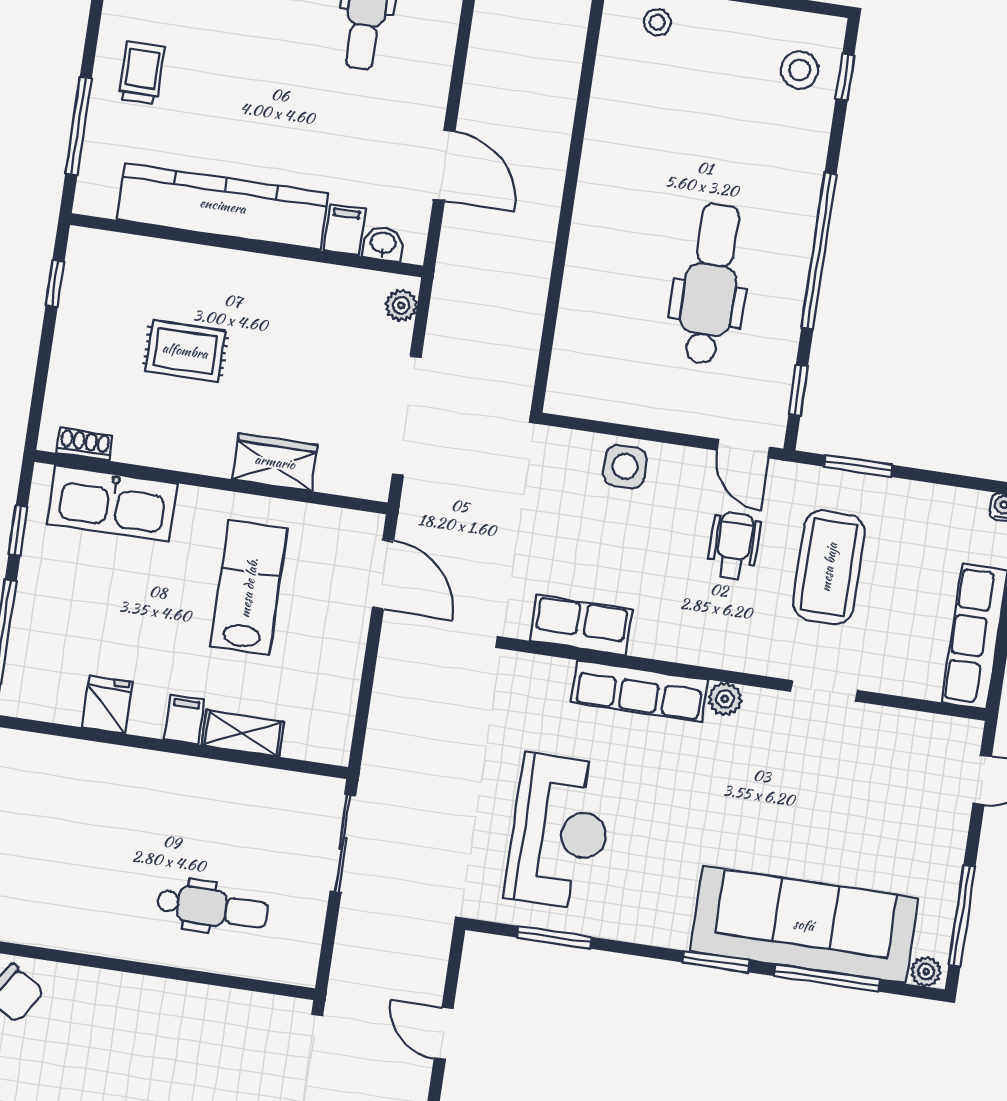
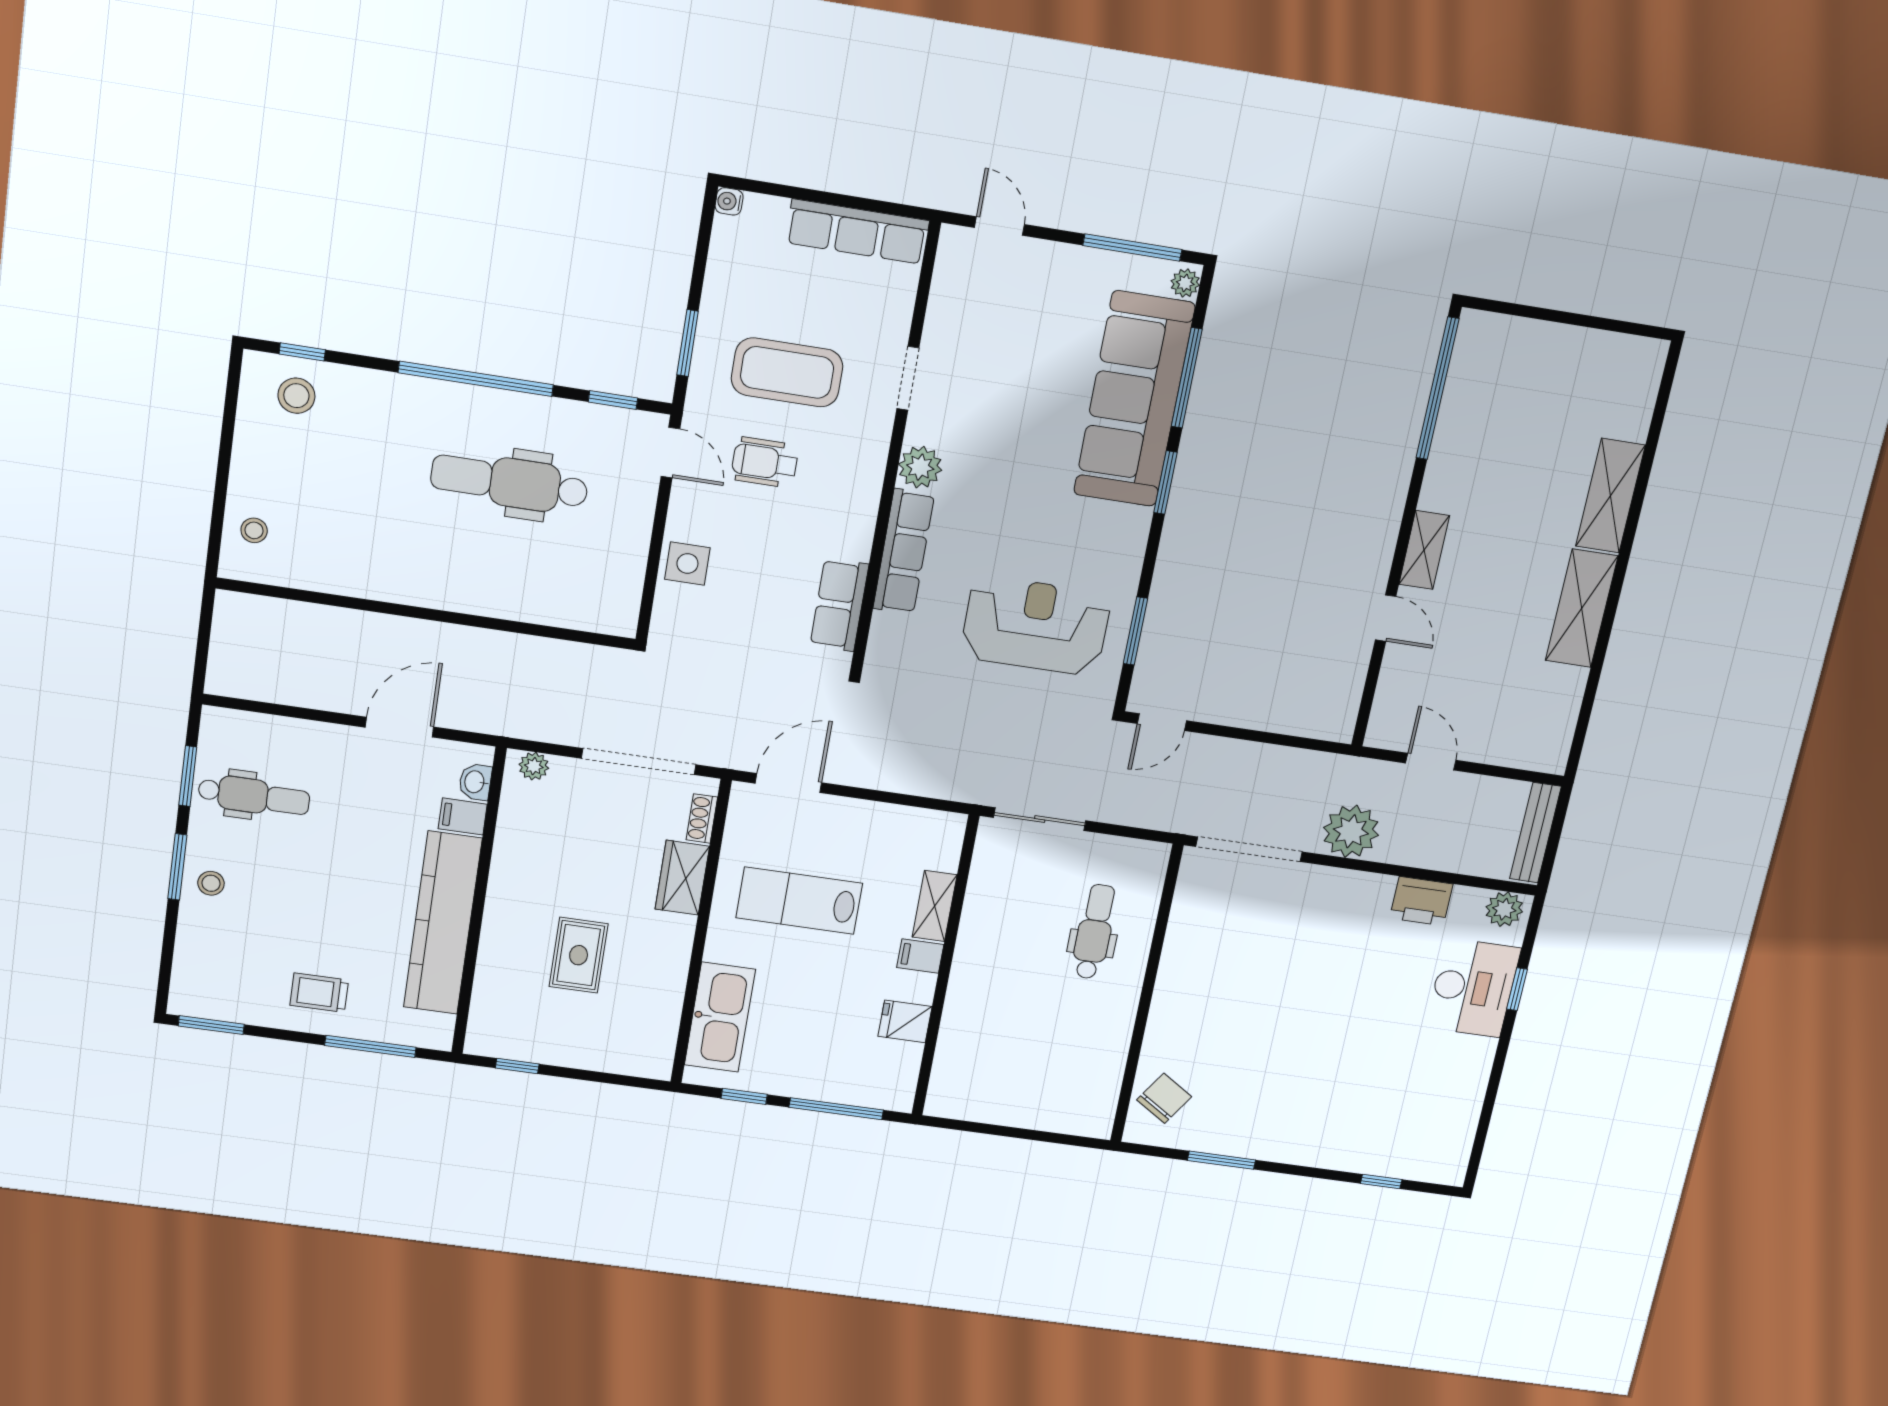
shoe rack: (85, 444) -> (702, 818), moved
door: (743, 449) -> (670, 453), hinge flipped
plant: (725, 699) -> (920, 467), width x1.38, depth x1.38
door: (444, 1033) -> (1162, 722), moved

